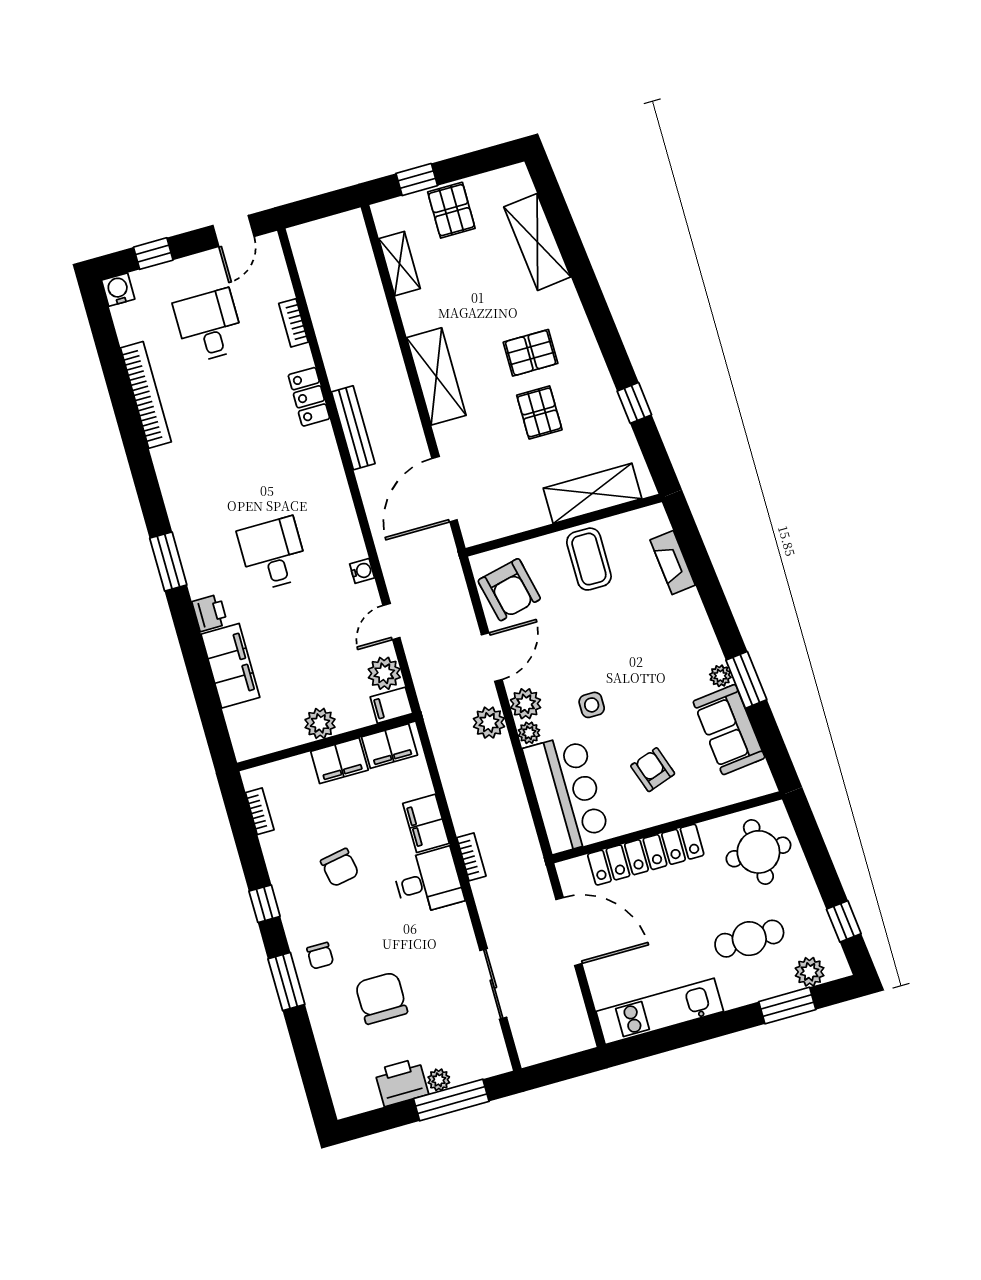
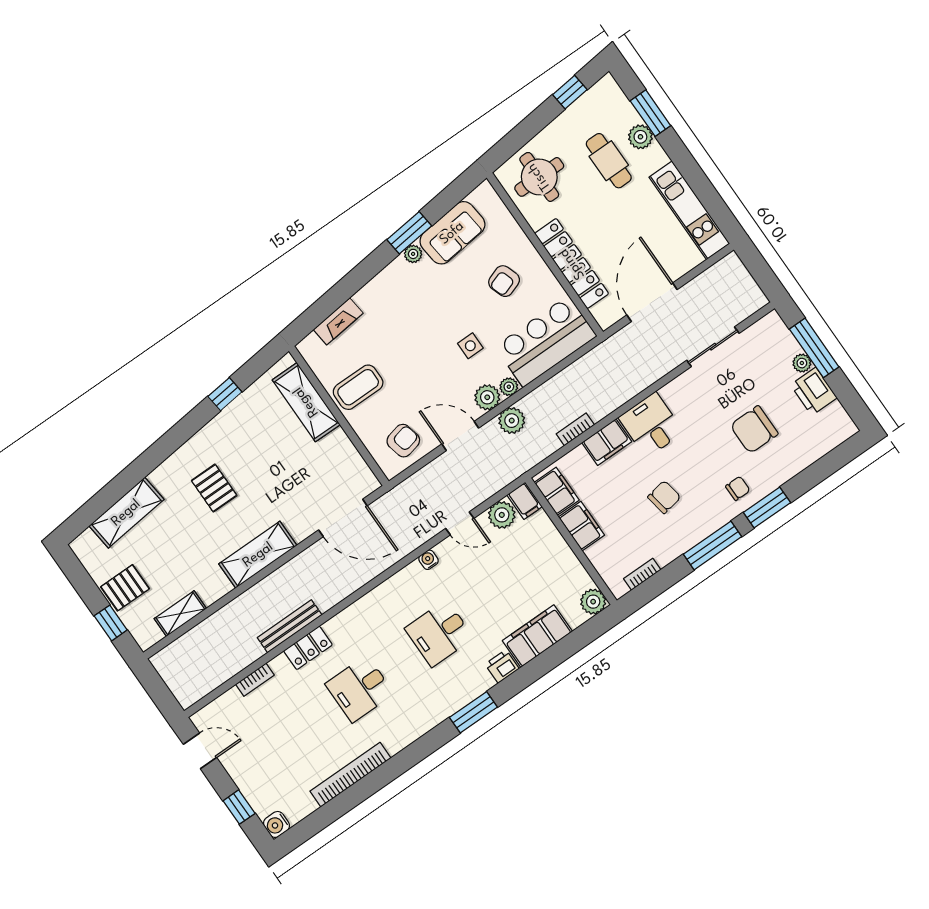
desk: (209, 326) -> (360, 689), moved
pallet: (539, 412) -> (258, 465), removed
bench: (353, 428) -> (290, 626), moved
armchair: (509, 590) -> (403, 441), width x0.72, depth x0.72
plant: (320, 723) -> (593, 602), moved
bookcase: (471, 857) -> (575, 429), moved
window: (265, 904) -> (713, 545), width x2.17
plant: (810, 972) -> (640, 137), moved

